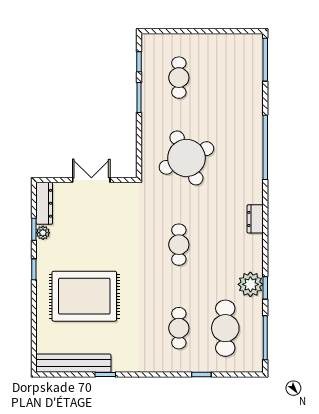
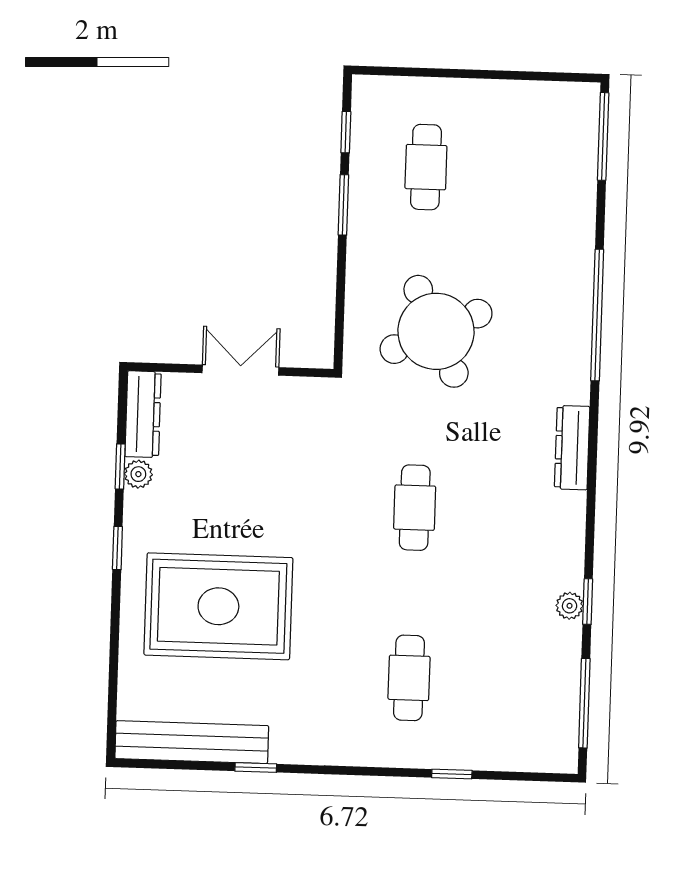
dresser: (255, 219) -> (572, 448), width x1.44
plant: (250, 284) -> (570, 606), width x0.53, depth x0.53
cafe table: (225, 328) -> (504, 681), removed

